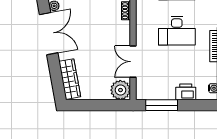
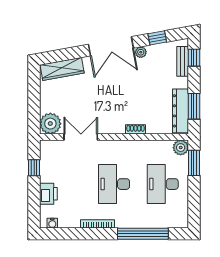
window: (162, 105) -> (34, 168), width x0.46

